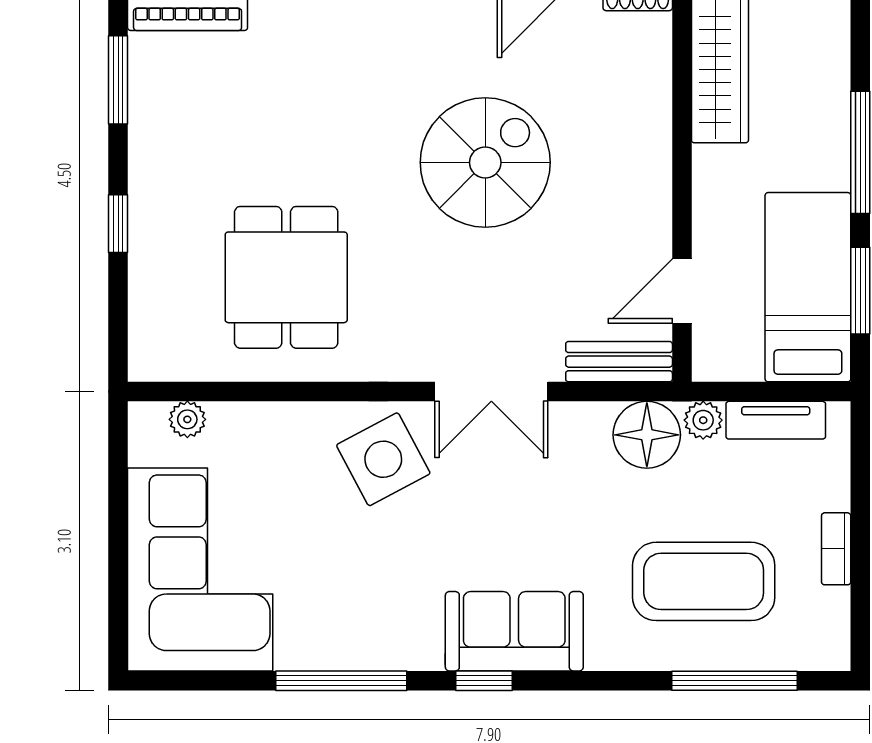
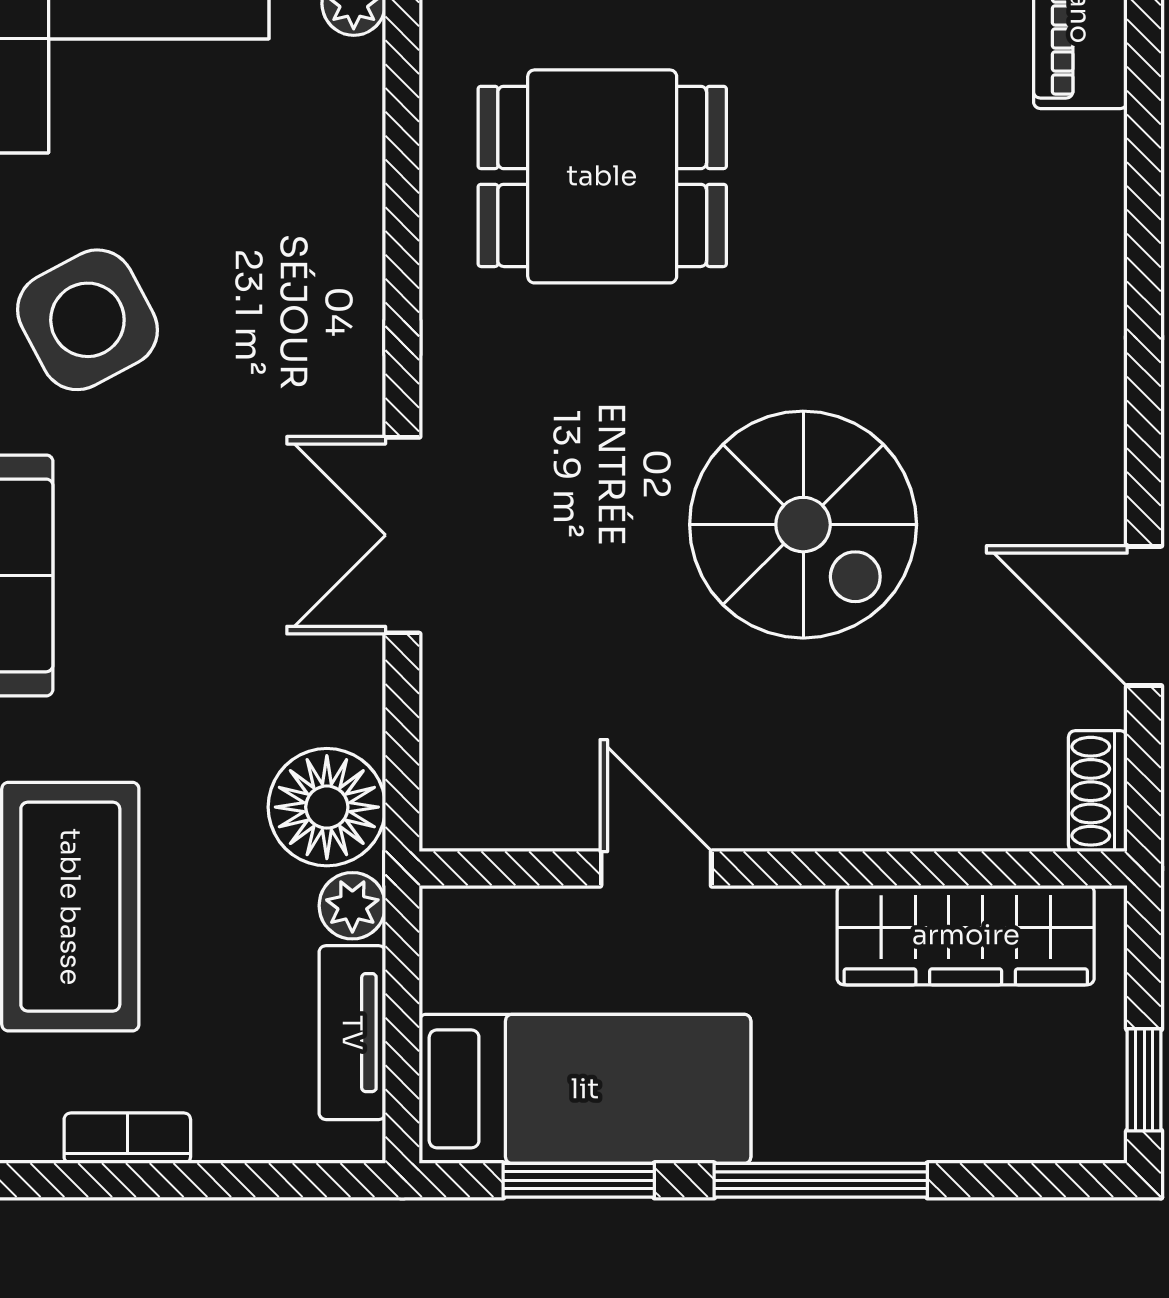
door: (682, 291) -> (656, 869), moved
bench: (619, 362) -> (455, 759), removed
side table: (383, 459) -> (87, 320), moved

